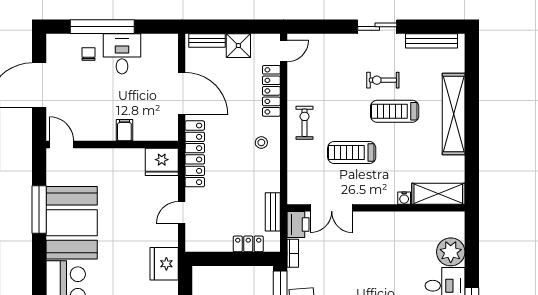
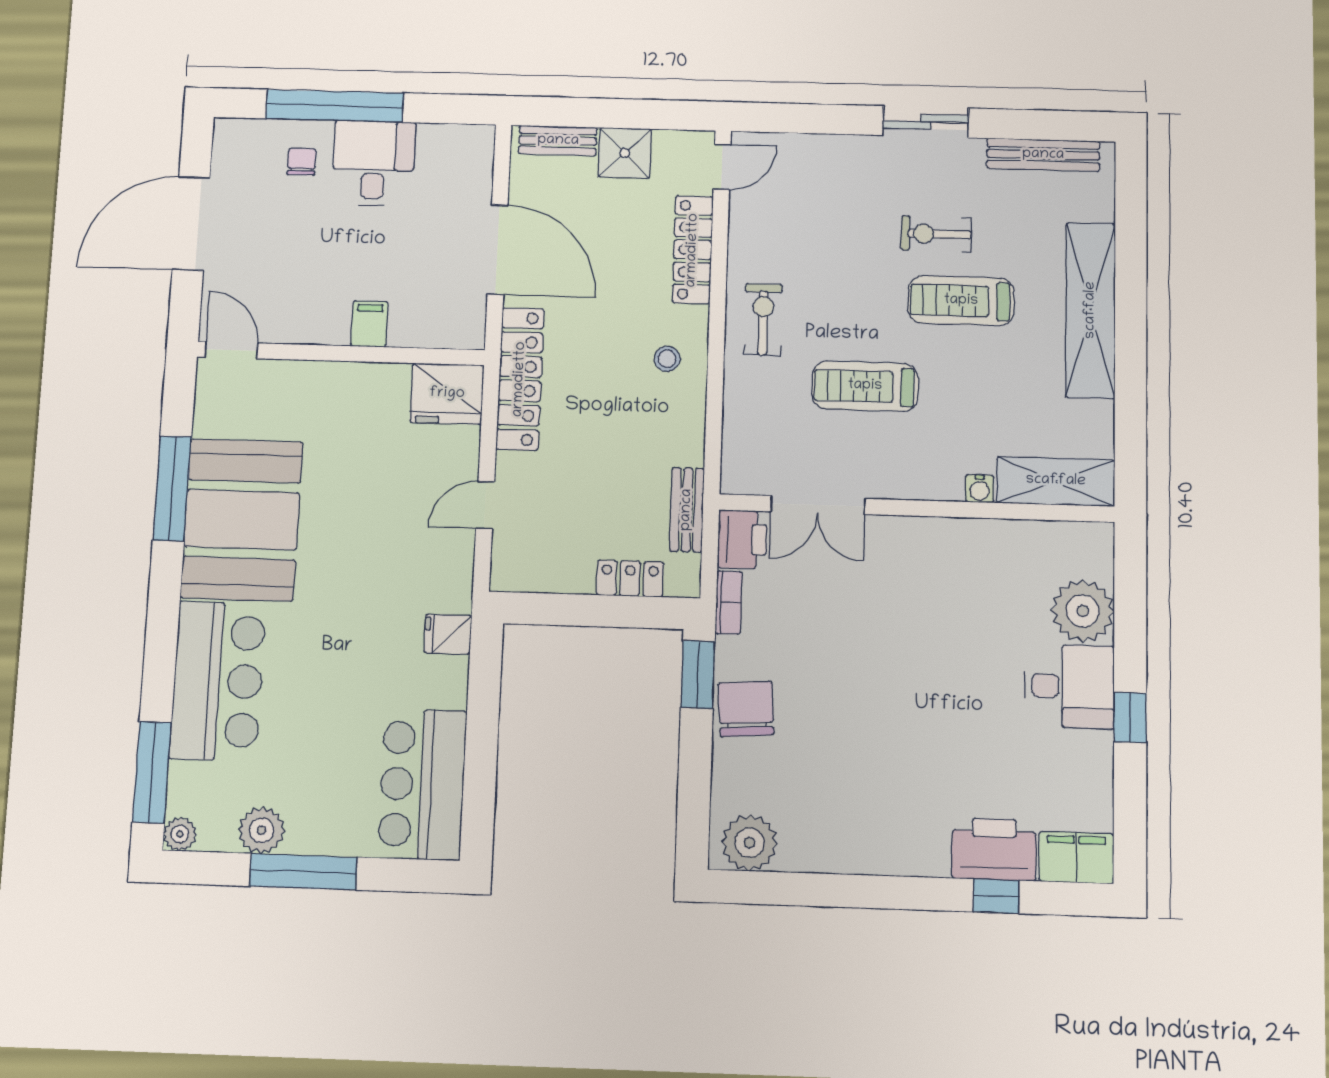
fridge: (164, 264) -> (448, 634), width x0.53, depth x0.75

